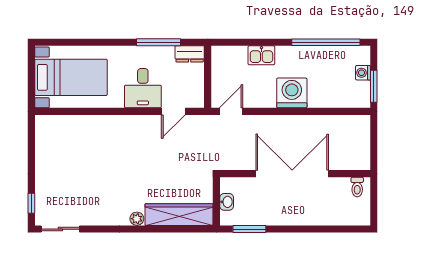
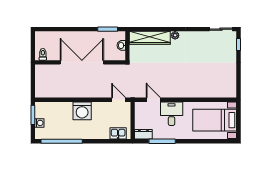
kitchen sink: (261, 55) -> (118, 133), moved
door: (173, 111) -> (153, 100), hinge flipped
door: (231, 111) -> (119, 100), swing flipped
double door: (292, 174) -> (82, 62), swing flipped

